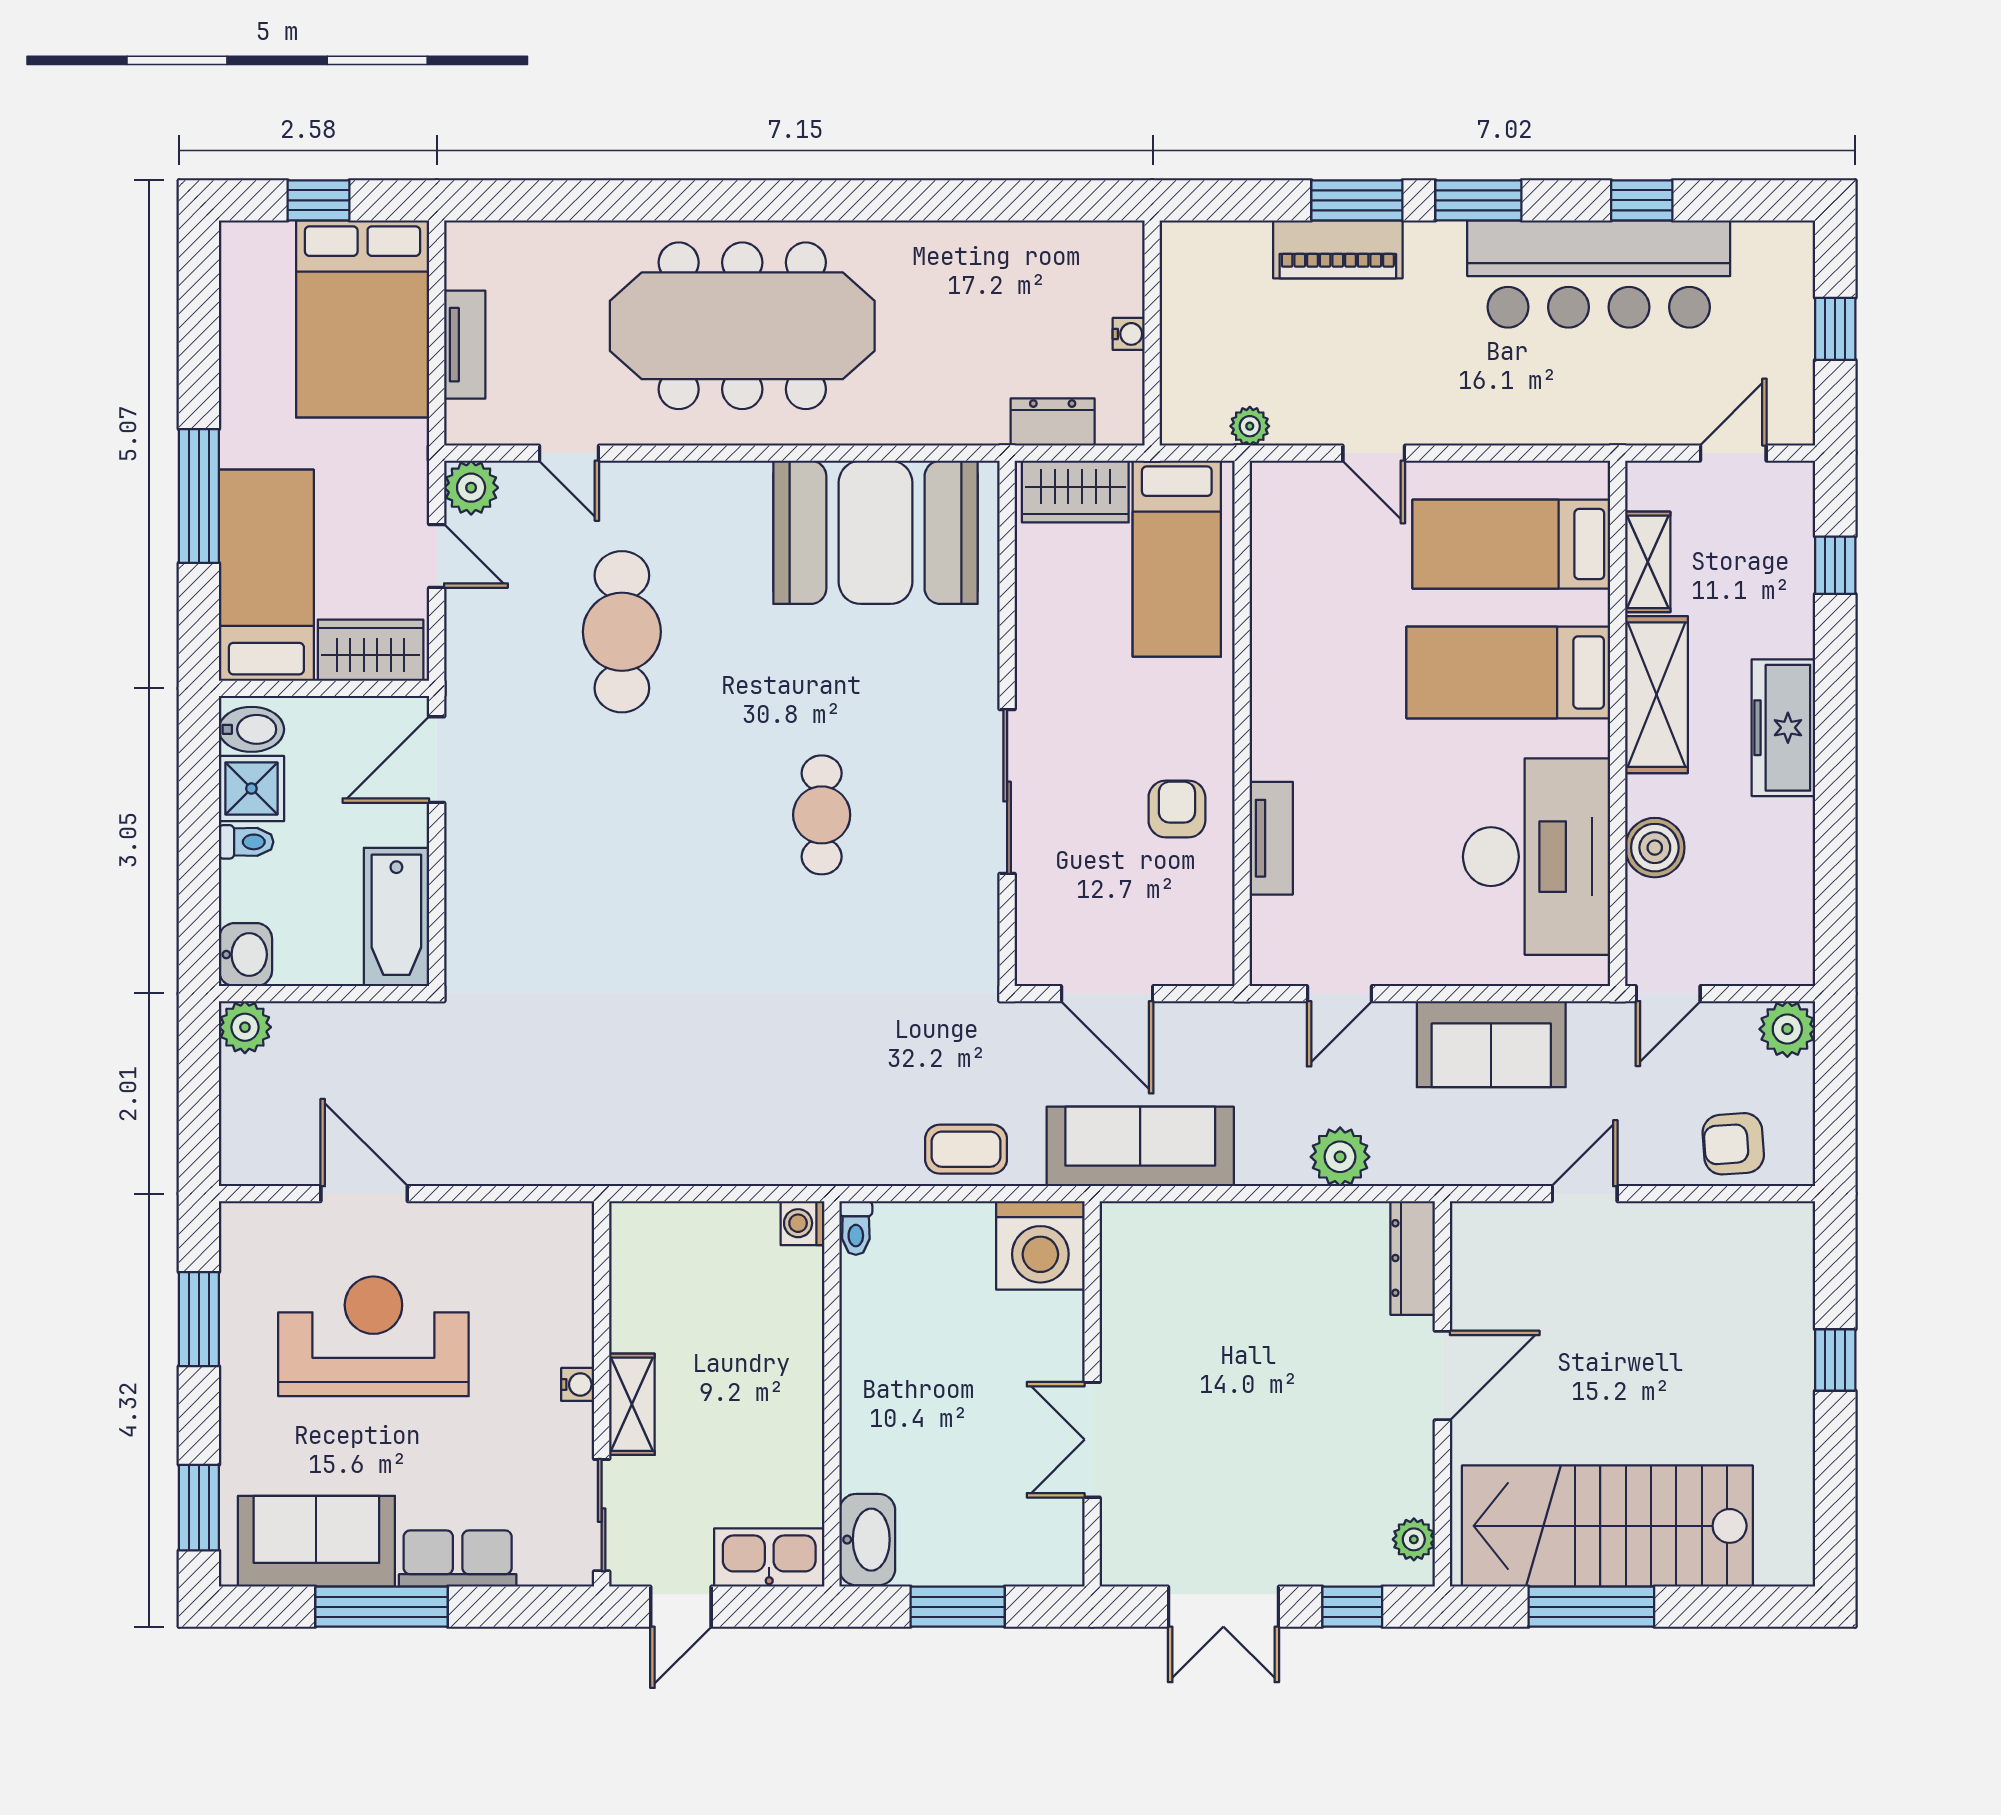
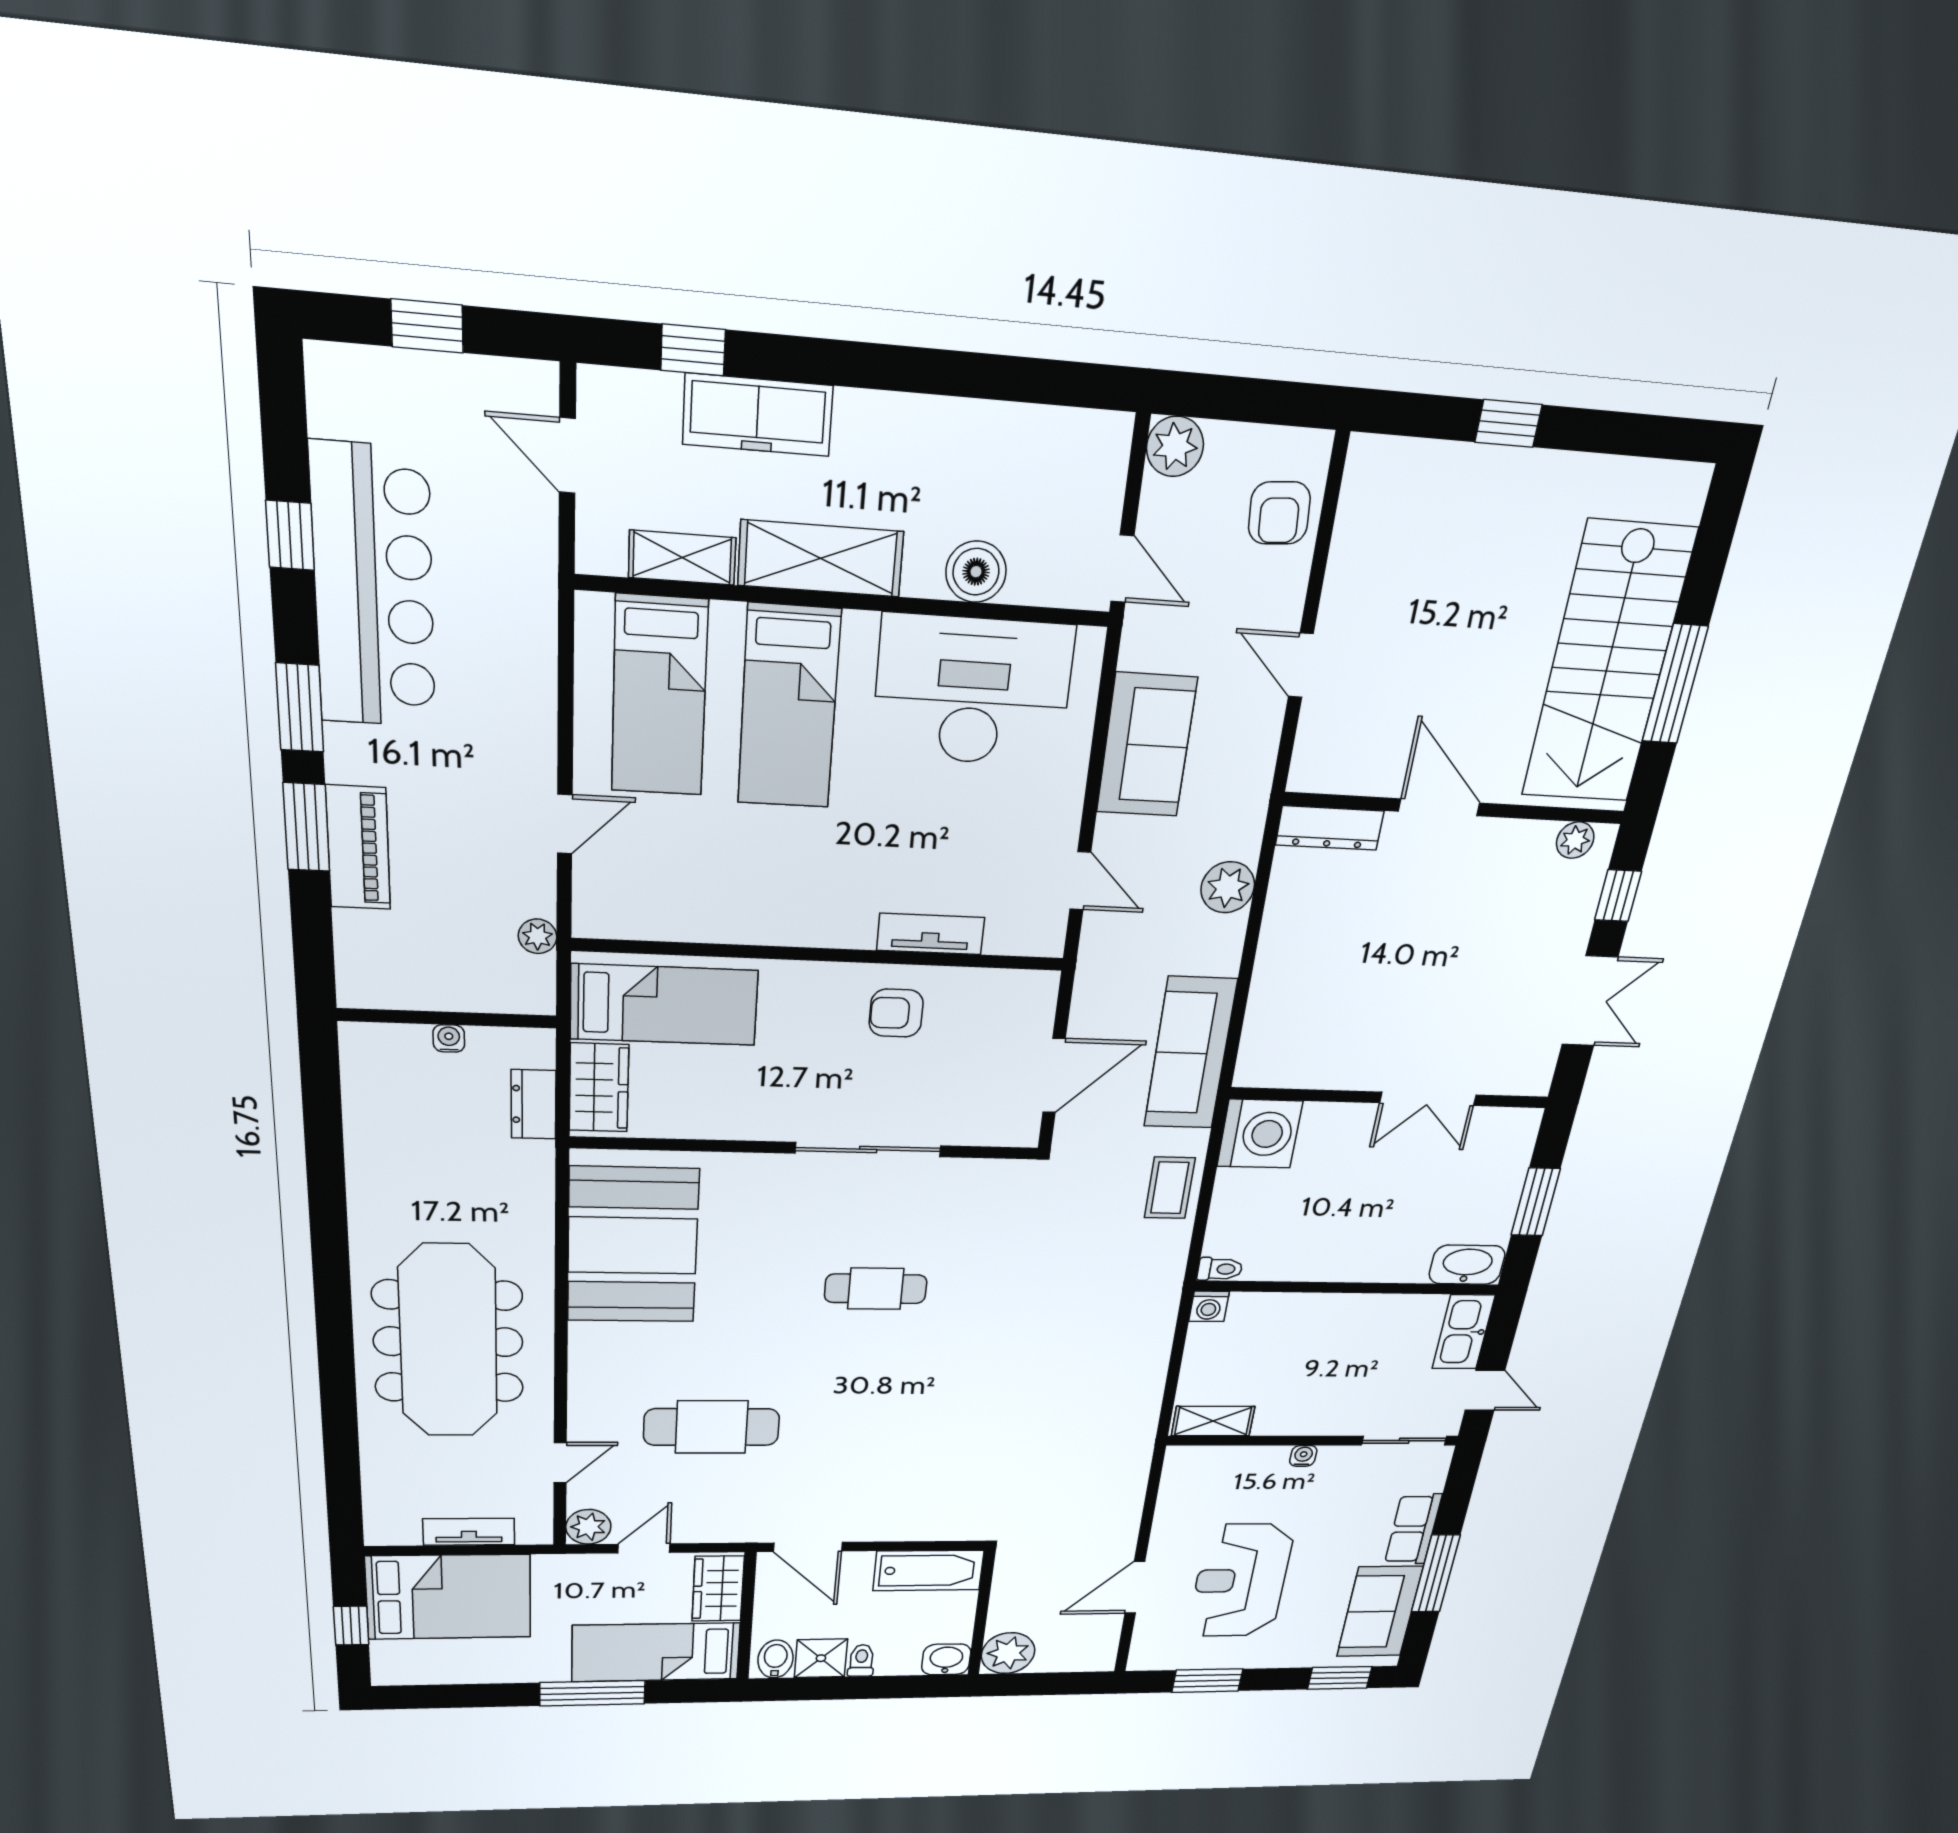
freezer: (1783, 728) -> (758, 415), moved
plant: (245, 1027) -> (1008, 1653), width x1.36, depth x1.36
shelving: (632, 1404) -> (1213, 1421), moved

